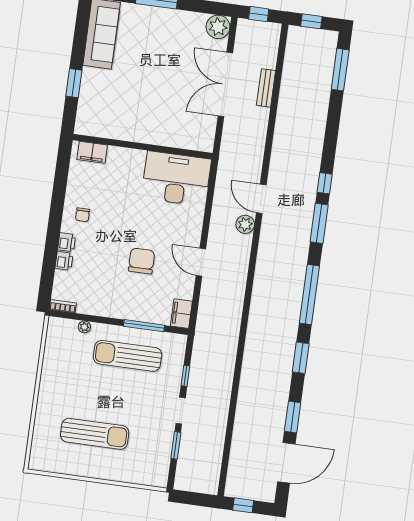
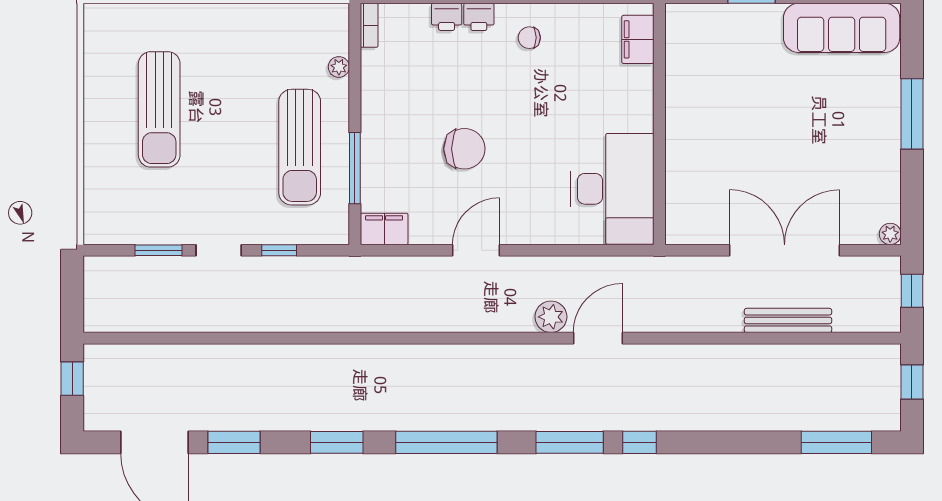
plant: (218, 27) -> (890, 234), width x0.53, depth x0.53
bench: (266, 88) -> (788, 320), width x1.36
sun lounger: (128, 356) -> (300, 147), turned 180

